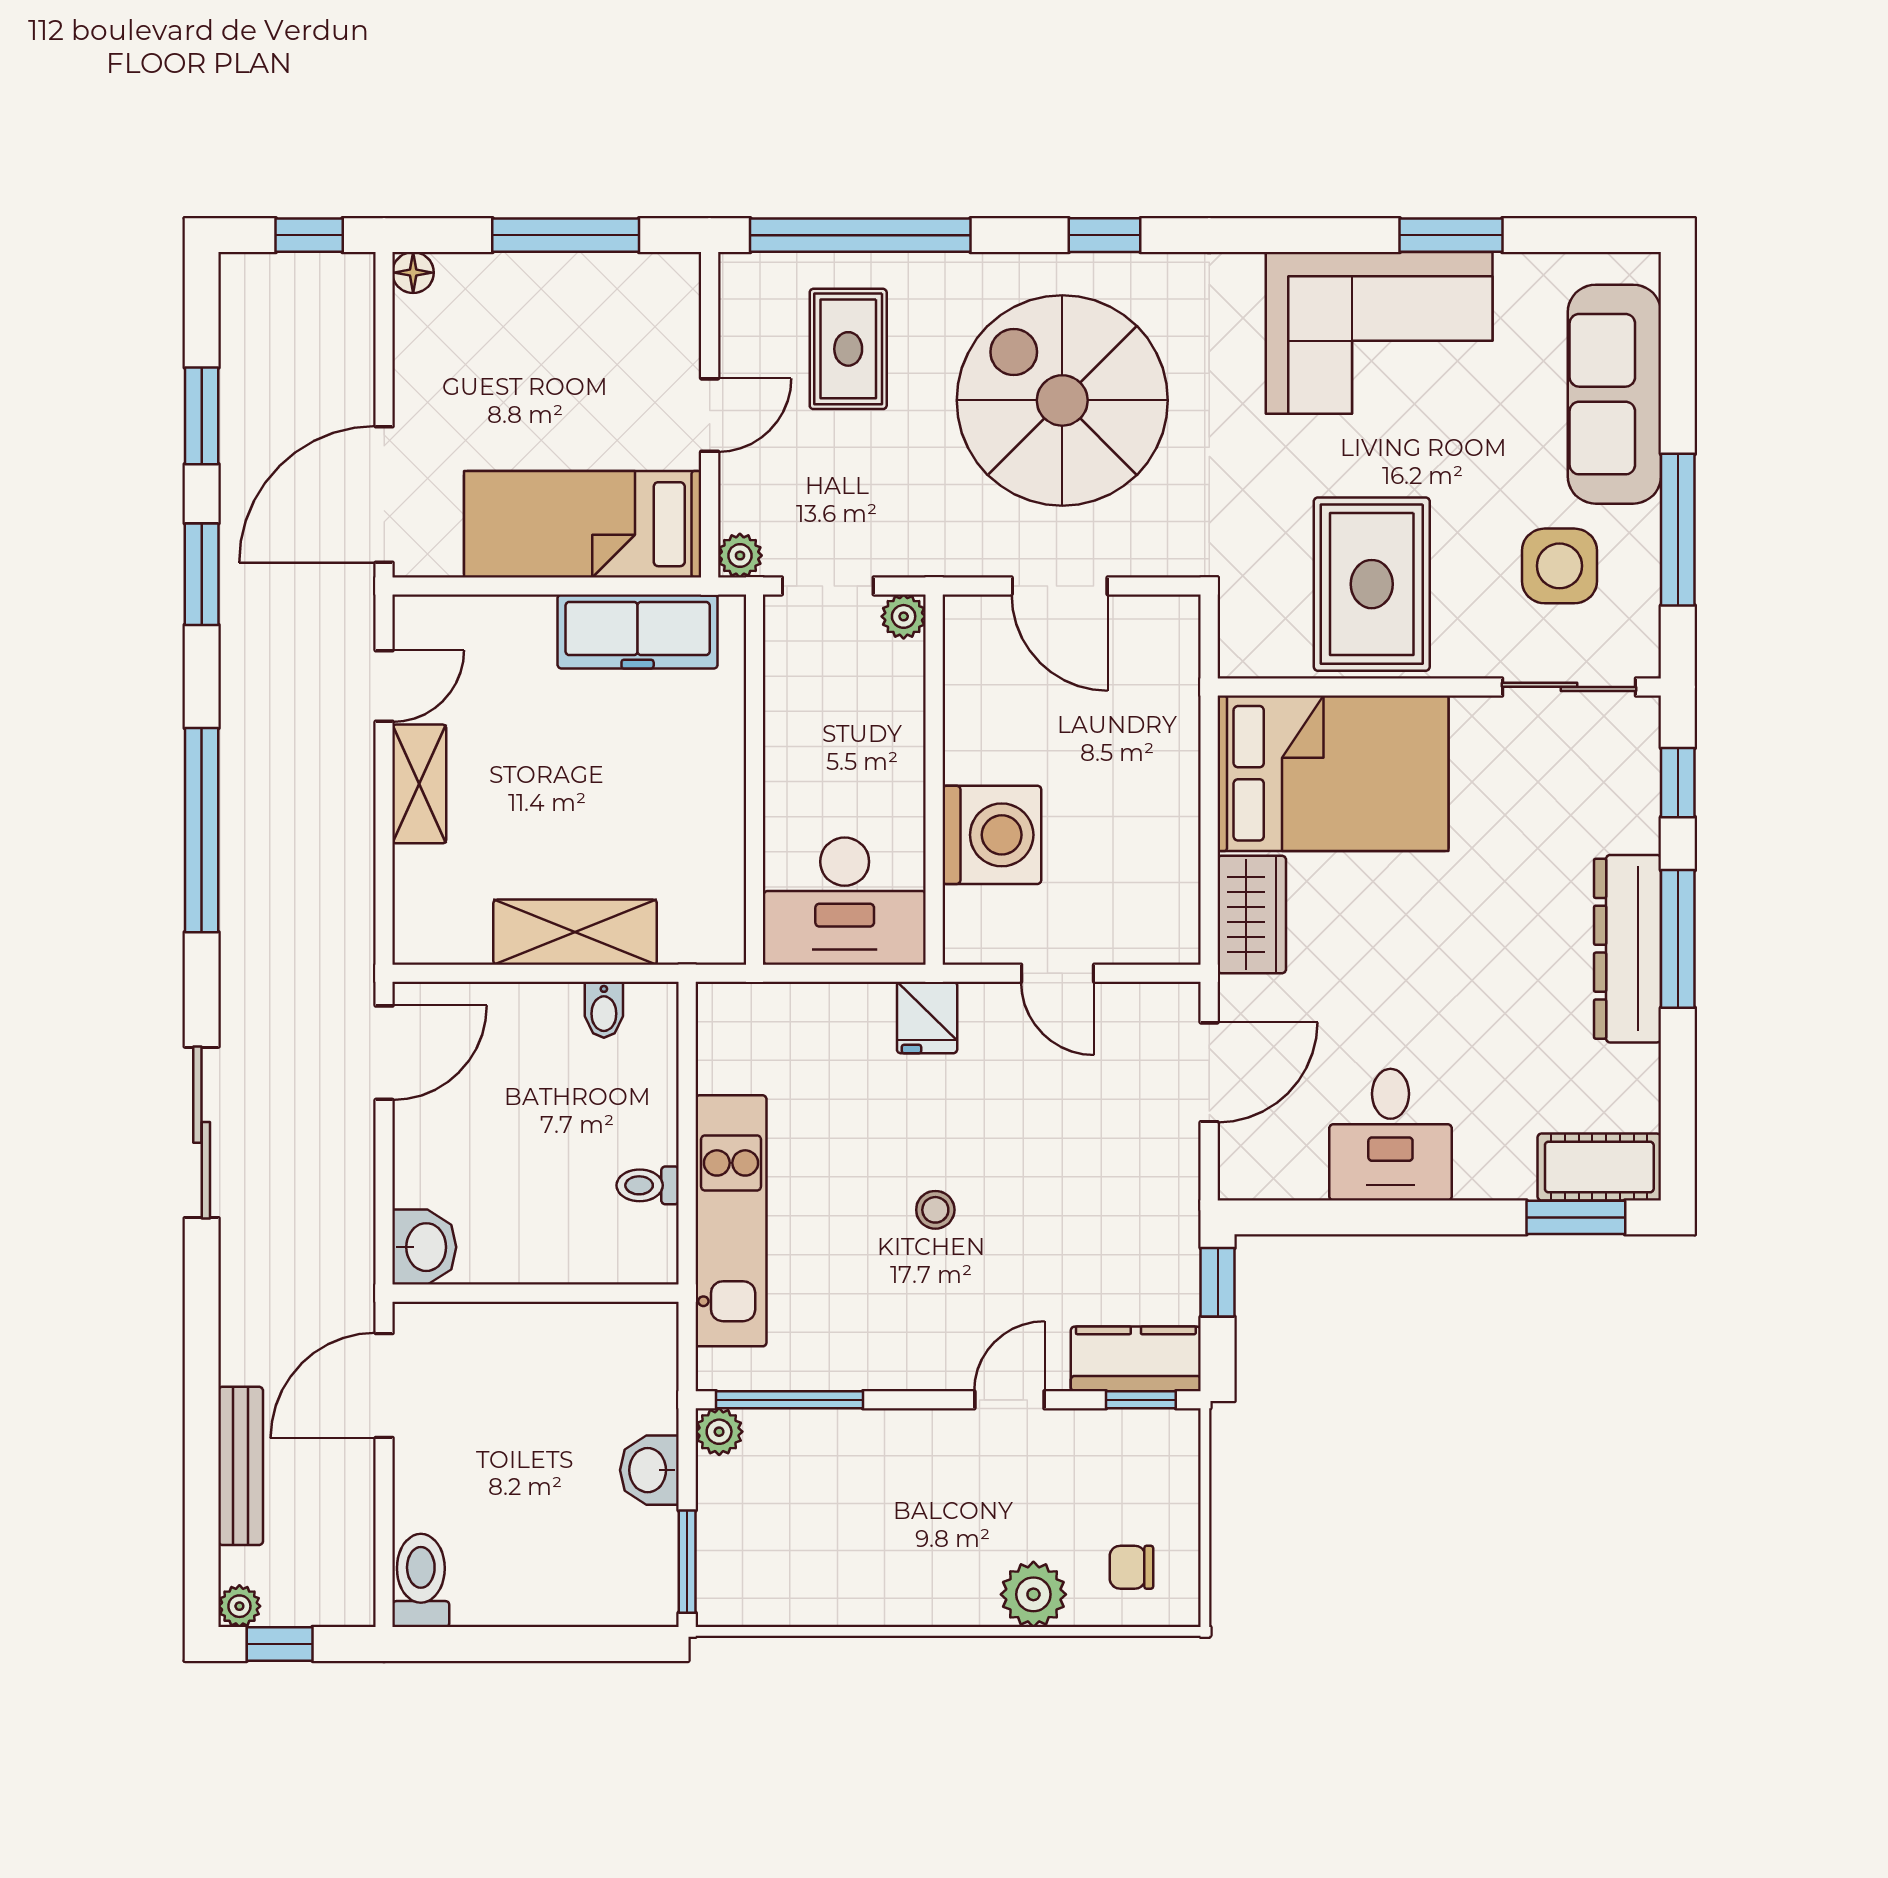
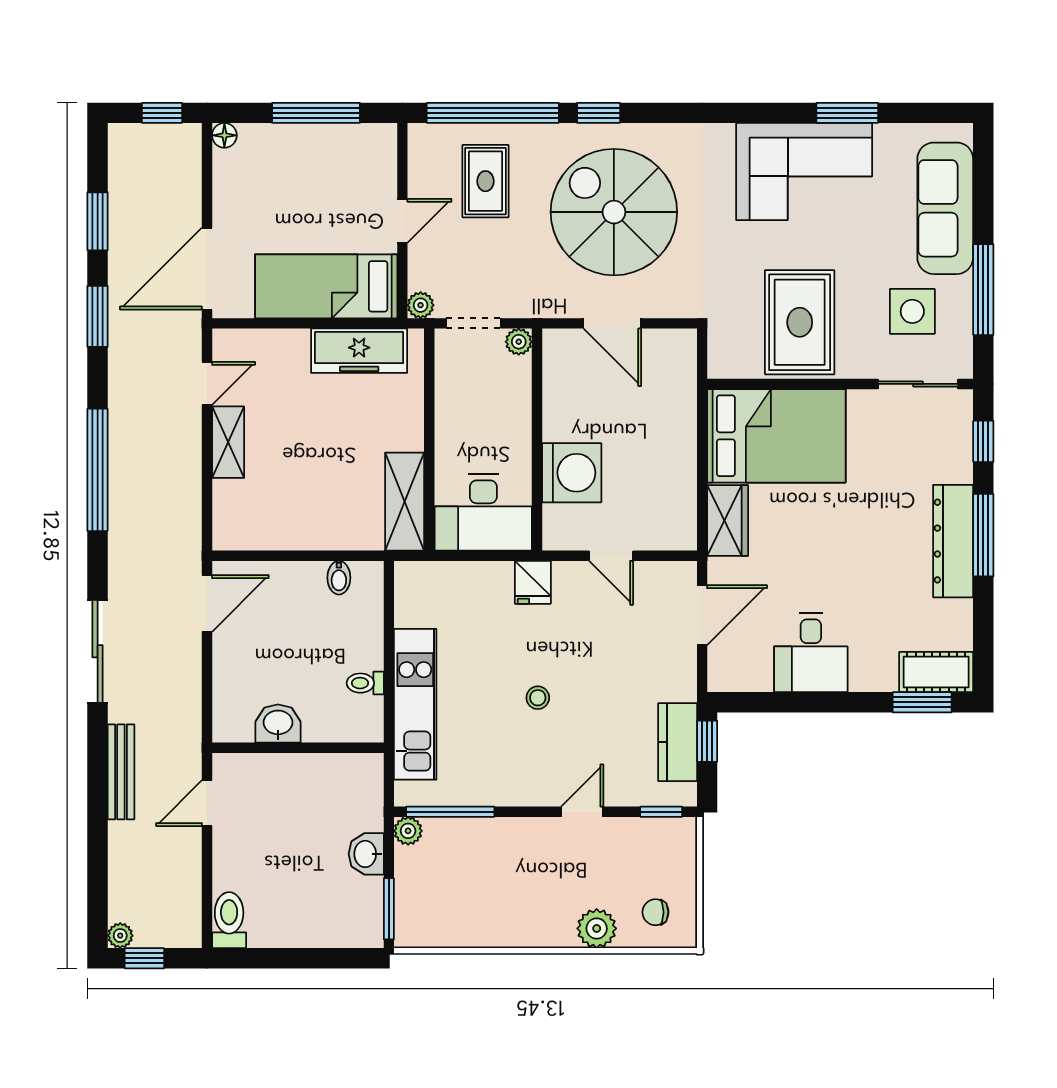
window: (1105, 235) -> (599, 113), moved
shelving: (575, 932) -> (405, 502), moved, turned 90
washbasin: (424, 1247) -> (278, 724), moved, turned -90
kitchen counter: (1136, 1359) -> (678, 742), moved, turned -90
door: (384, 1385) -> (207, 803), width x0.73
bench: (241, 1466) -> (121, 772), moved

